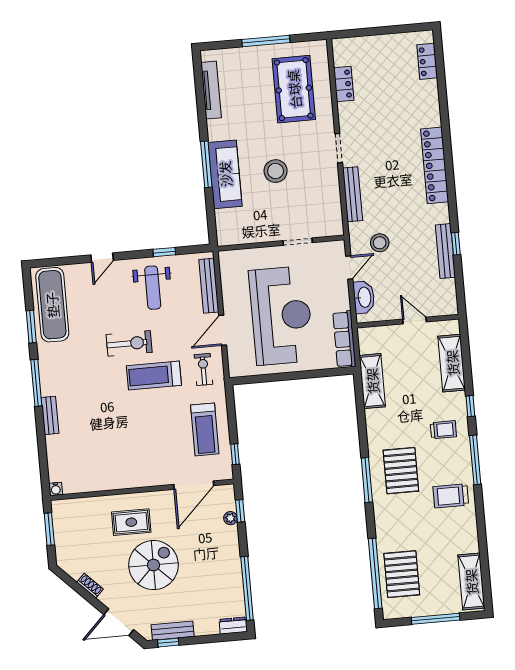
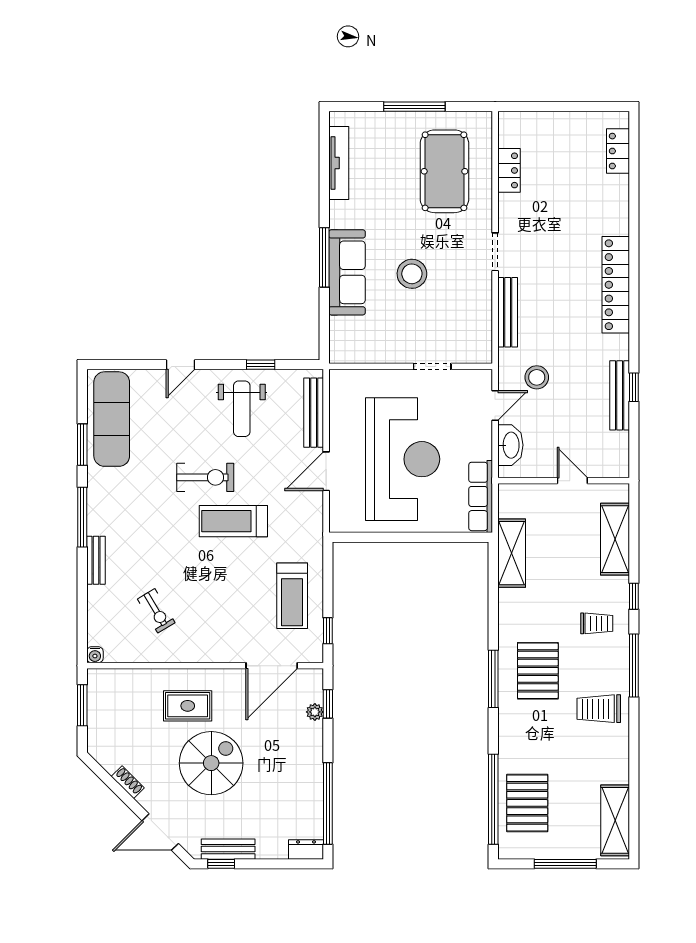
exercise bike: (203, 369) -> (156, 611), moved, turned 149

